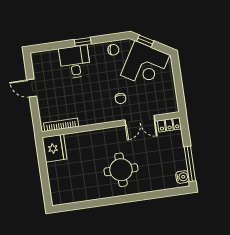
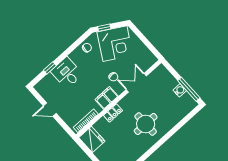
window: (83, 42) -> (50, 68), moved
filing cabinet: (99, 115) -> (107, 98), added
double door: (140, 120) -> (136, 83), swing flipped
locker: (169, 125) -> (113, 113), moved
water cooler: (182, 177) -> (180, 90), moved

